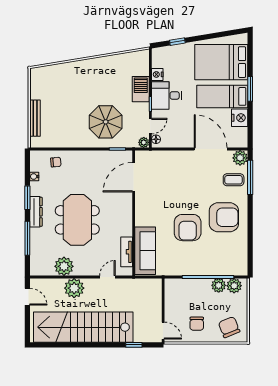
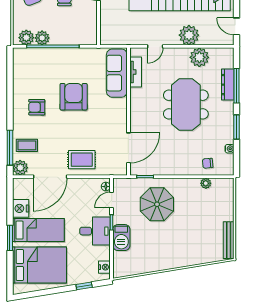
nightstand: (157, 74) -> (104, 267), moved
bench: (35, 118) -> (229, 240), moved
plant: (144, 142) -> (206, 183), moved
door: (211, 149) -> (50, 177), hinge flipped
rug: (180, 166) -> (82, 160), added
dresser: (36, 212) -> (228, 85), moved
armchair: (224, 217) -> (37, 107), width x0.53, depth x0.53

